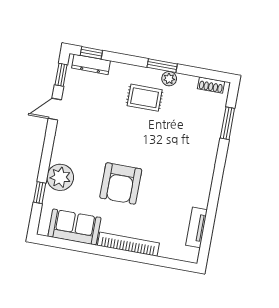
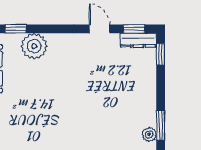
dresser: (91, 64) -> (138, 40), moved, turned -90
rug: (145, 98) -> (126, 114), removed
armchair: (121, 183) -> (39, 106), removed

